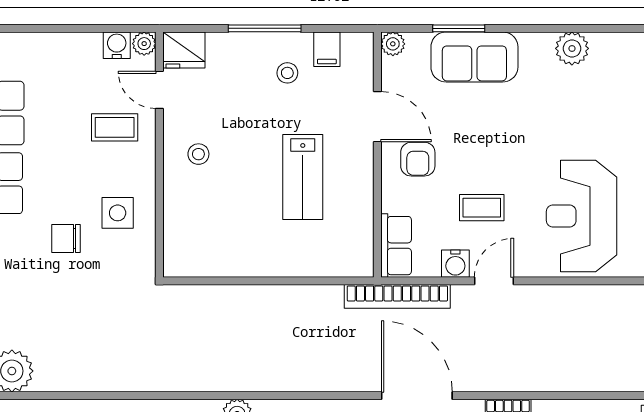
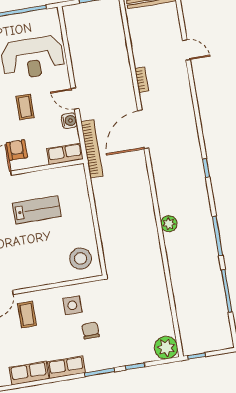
stool: (198, 154) -> (80, 259), moved, width x1.89, depth x1.89
armchair: (418, 159) -> (17, 150), turned -90
coffee table: (482, 208) -> (25, 107), moved
chair: (66, 239) -> (91, 331), turned 180

